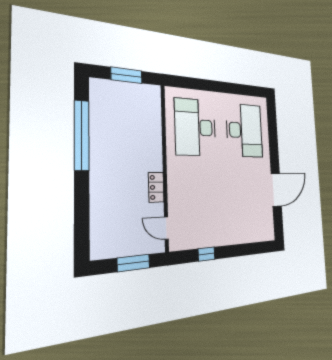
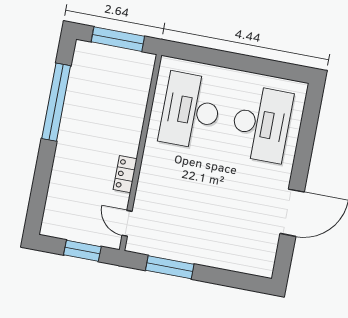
window: (127, 75) -> (118, 39), width x1.44
window: (206, 254) -> (170, 267), width x2.17

